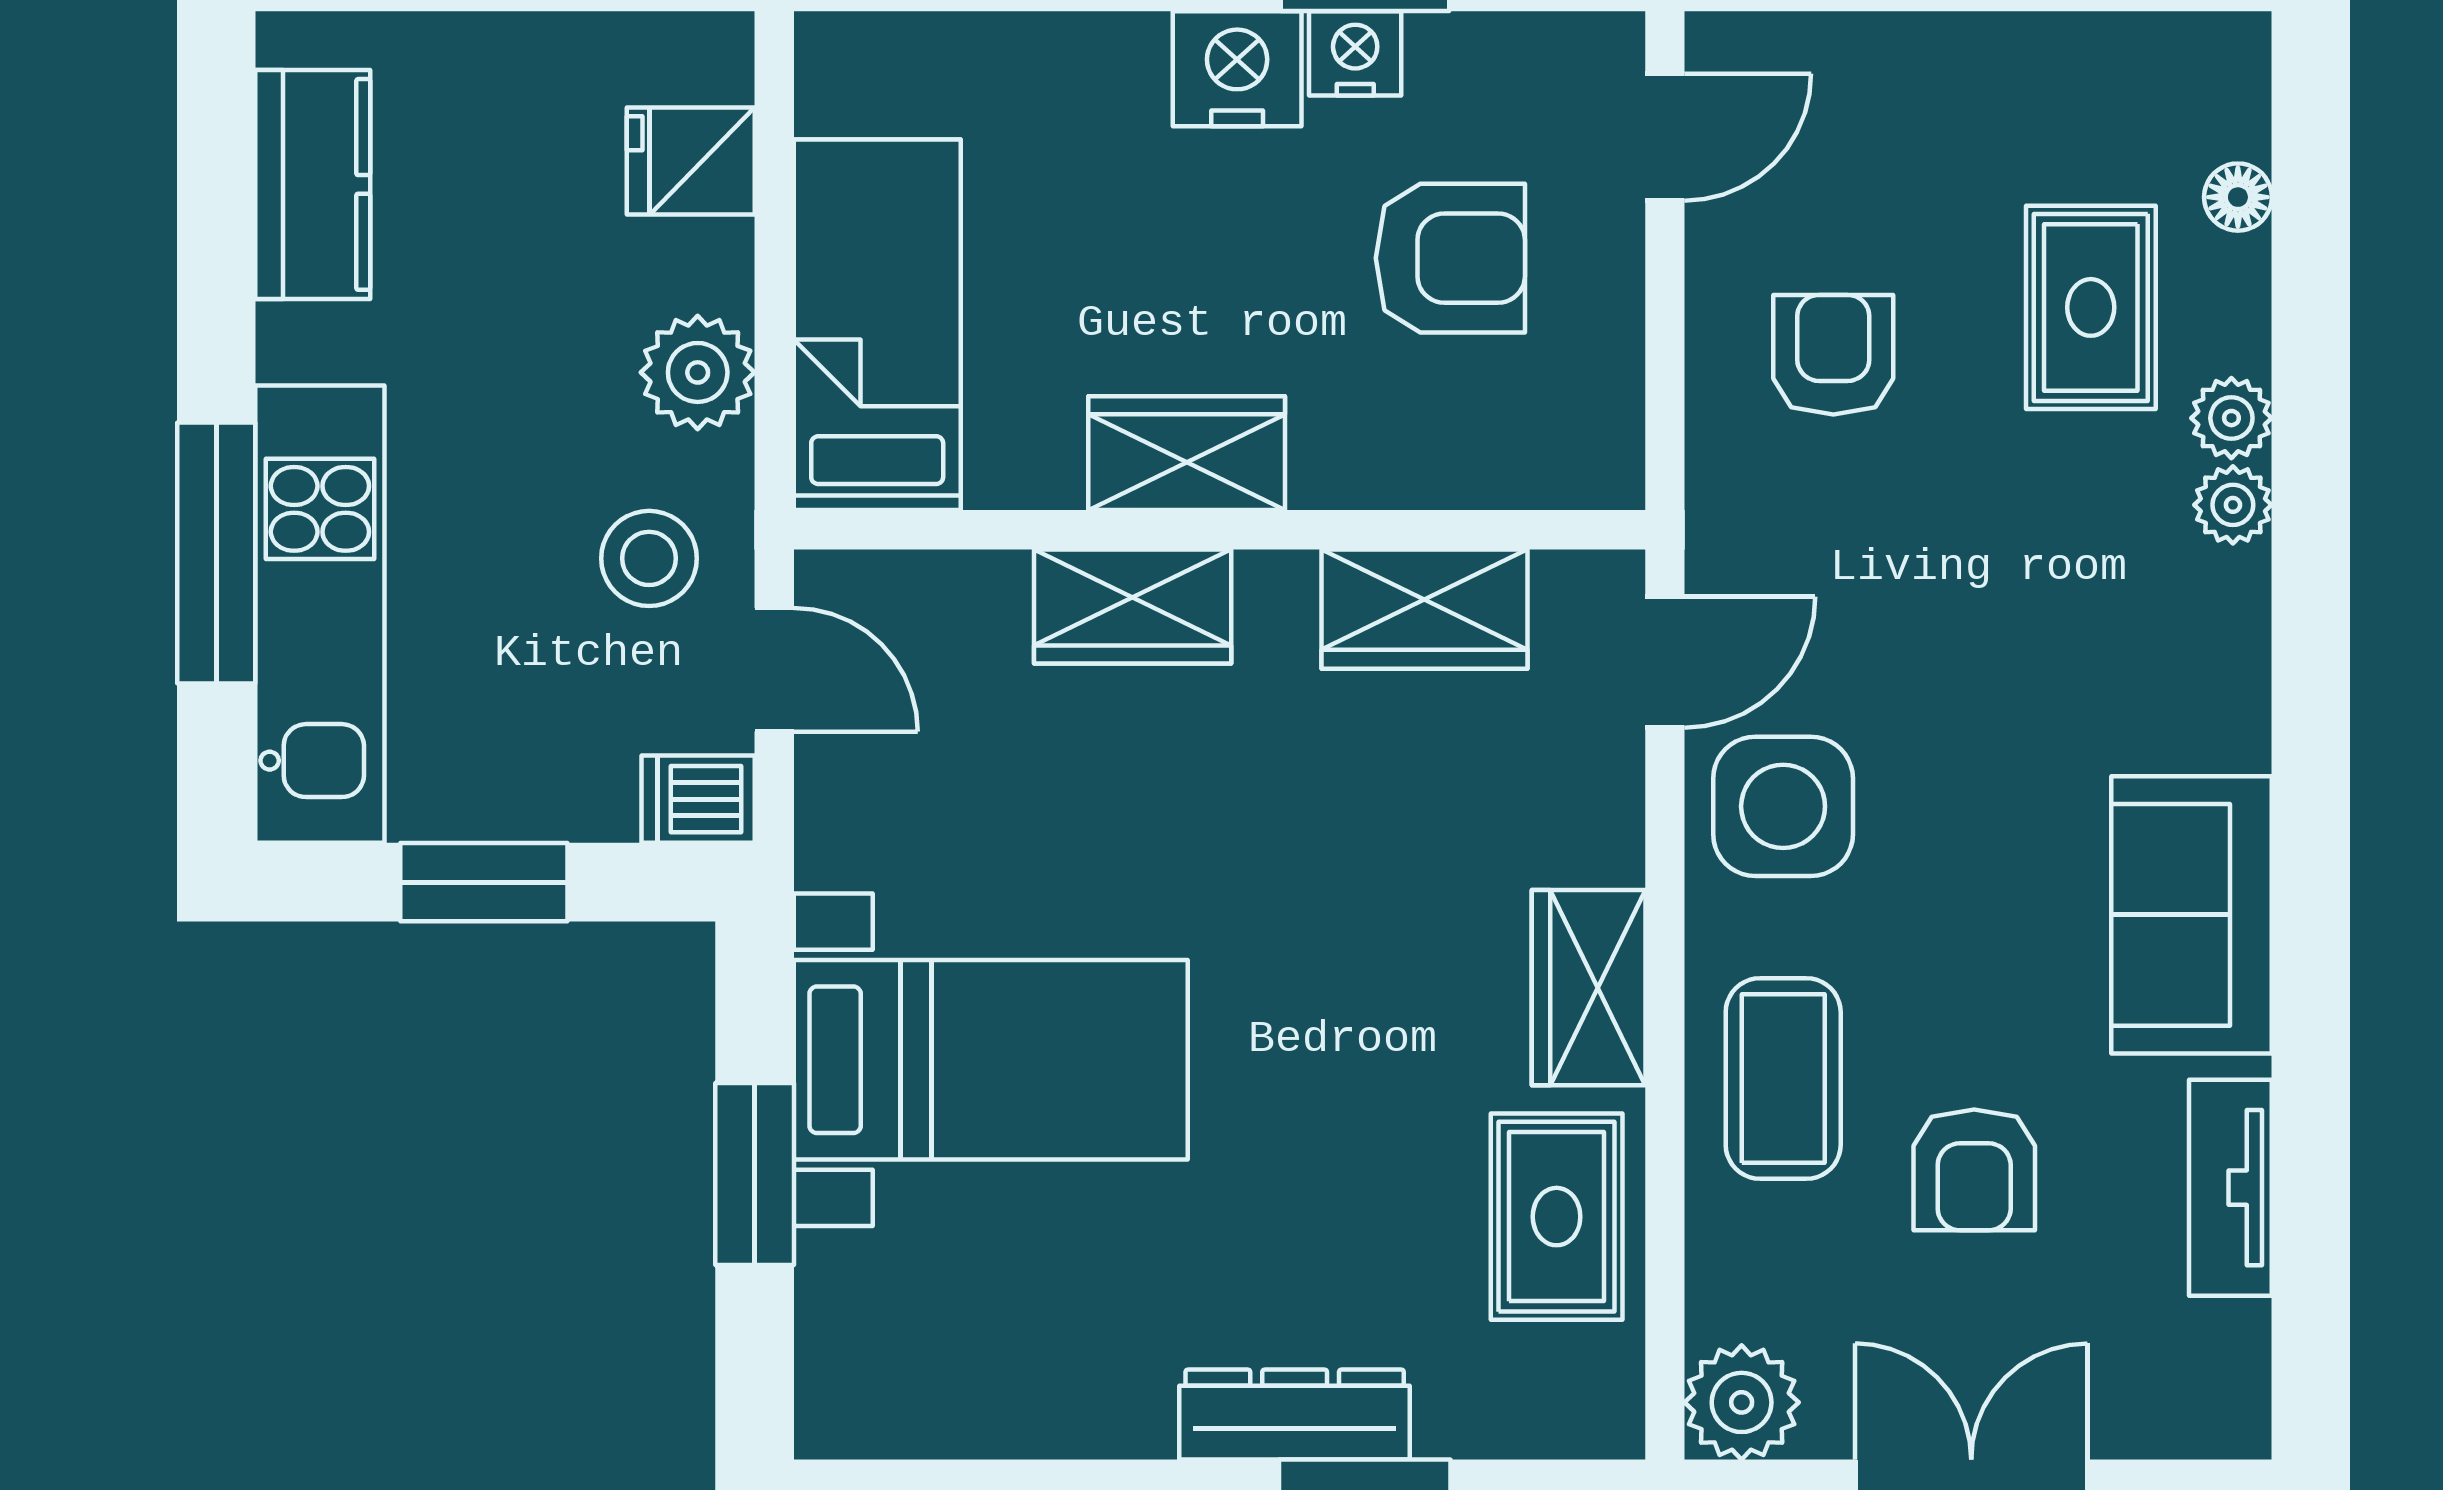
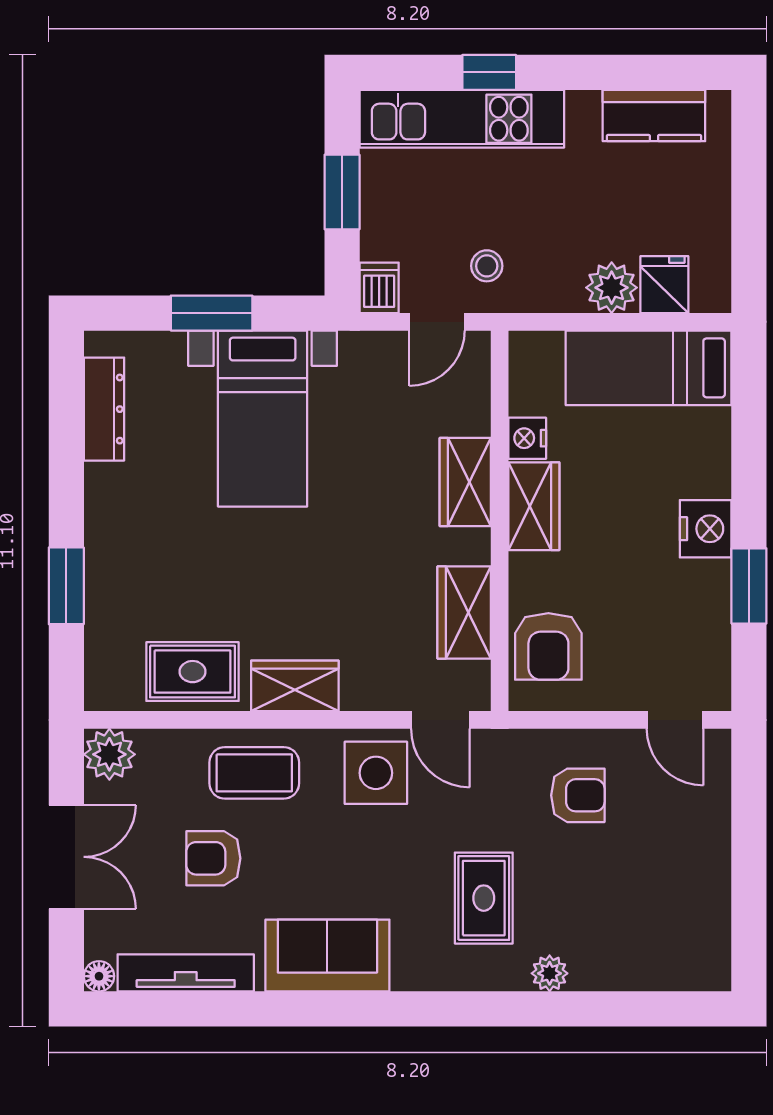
nightstand: (1355, 53) -> (527, 438), moved, turned 180
floor lamp: (2238, 197) -> (99, 976), moved
armchair: (1450, 258) -> (548, 646), moved
rug: (2091, 307) -> (484, 898), moved, turned 90
bed: (877, 325) -> (649, 368), moved, turned 180
plant: (698, 372) -> (612, 288), moved
plant: (2233, 505) -> (511, 974), removed
window: (216, 553) -> (489, 72), width x0.46
stool: (649, 558) -> (487, 266), width x0.73, depth x0.73
tv unit: (2230, 1188) -> (186, 973), width x1.41
dresser: (1295, 1415) -> (104, 409), moved

